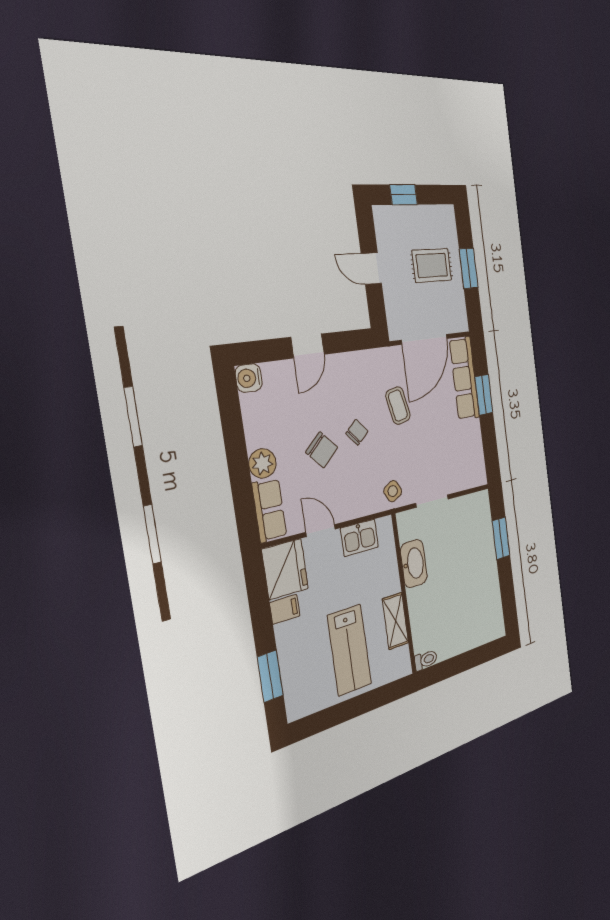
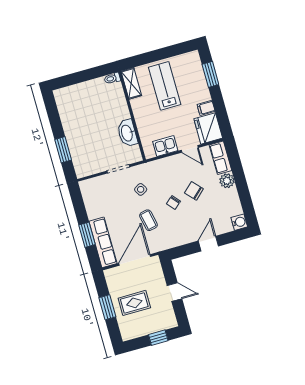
side table: (393, 491) -> (141, 189), moved
shelving: (395, 621) -> (131, 83), moved

